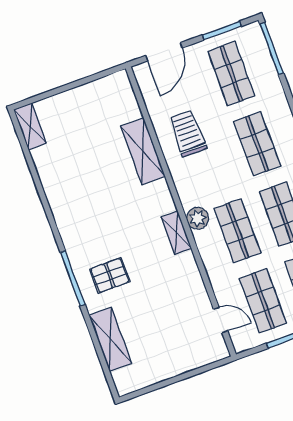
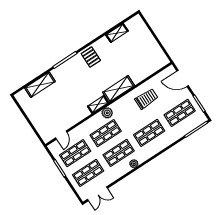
shelving: (30, 126) -> (117, 33), moved
shelving: (143, 151) -> (119, 89), moved
pallet: (110, 275) -> (91, 57), moved

